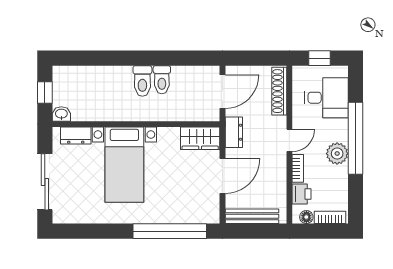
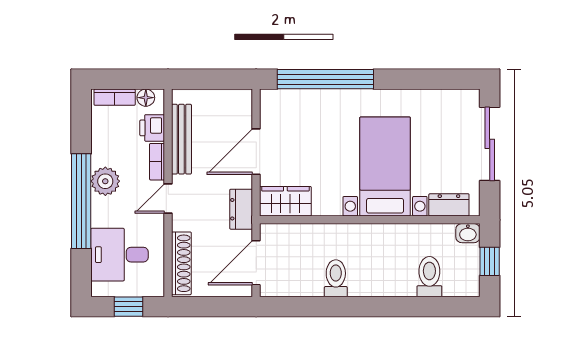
toilet: (142, 81) -> (429, 277), moved
bench: (252, 216) -> (181, 139), moved, turned 90

